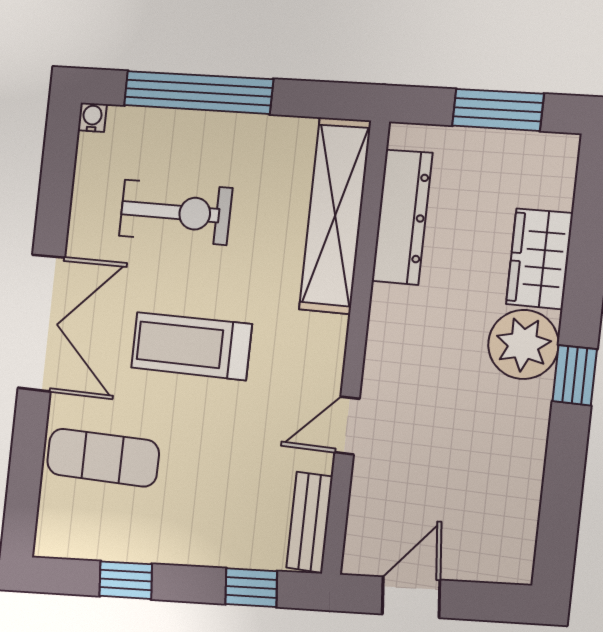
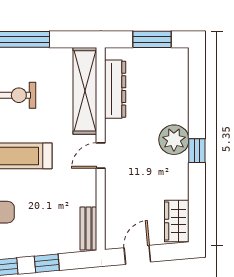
wardrobe: (539, 259) -> (177, 221), moved
door: (347, 425) -> (101, 156), moved
window: (251, 588) -> (47, 263), moved

